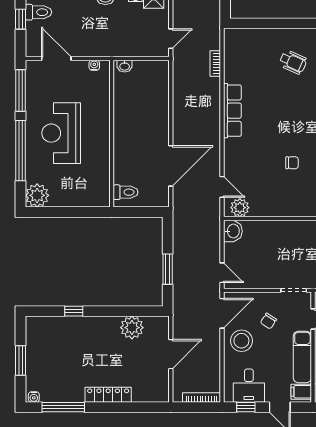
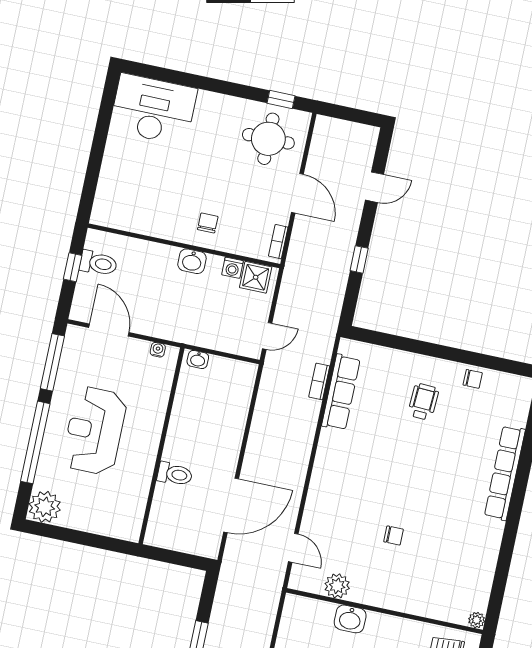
wheelchair: (293, 62) -> (423, 402), turned -111
row of seats: (232, 111) -> (341, 392), moved
toilet: (126, 192) -> (175, 474), moved
plant: (240, 208) -> (337, 586), moved
washbasin: (233, 231) -> (350, 619), moved, turned 90

